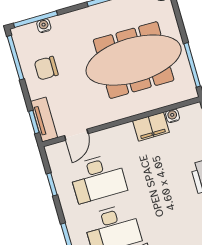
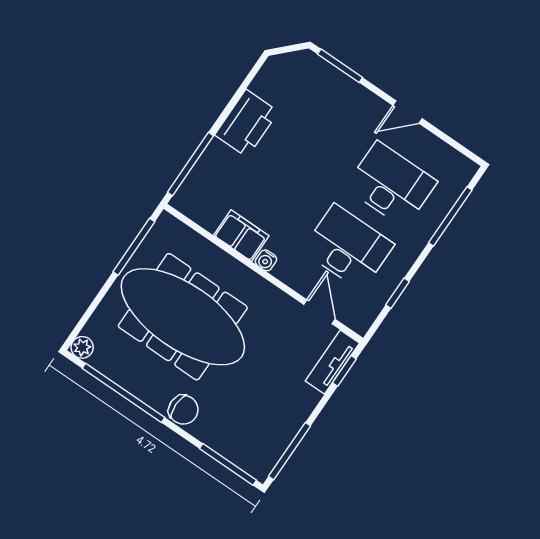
water cooler: (44, 26) -> (227, 449), removed
chair: (46, 68) -> (183, 410), moved
water cooler: (172, 116) -> (266, 260), moved
door: (76, 135) -> (319, 312), hinge flipped

